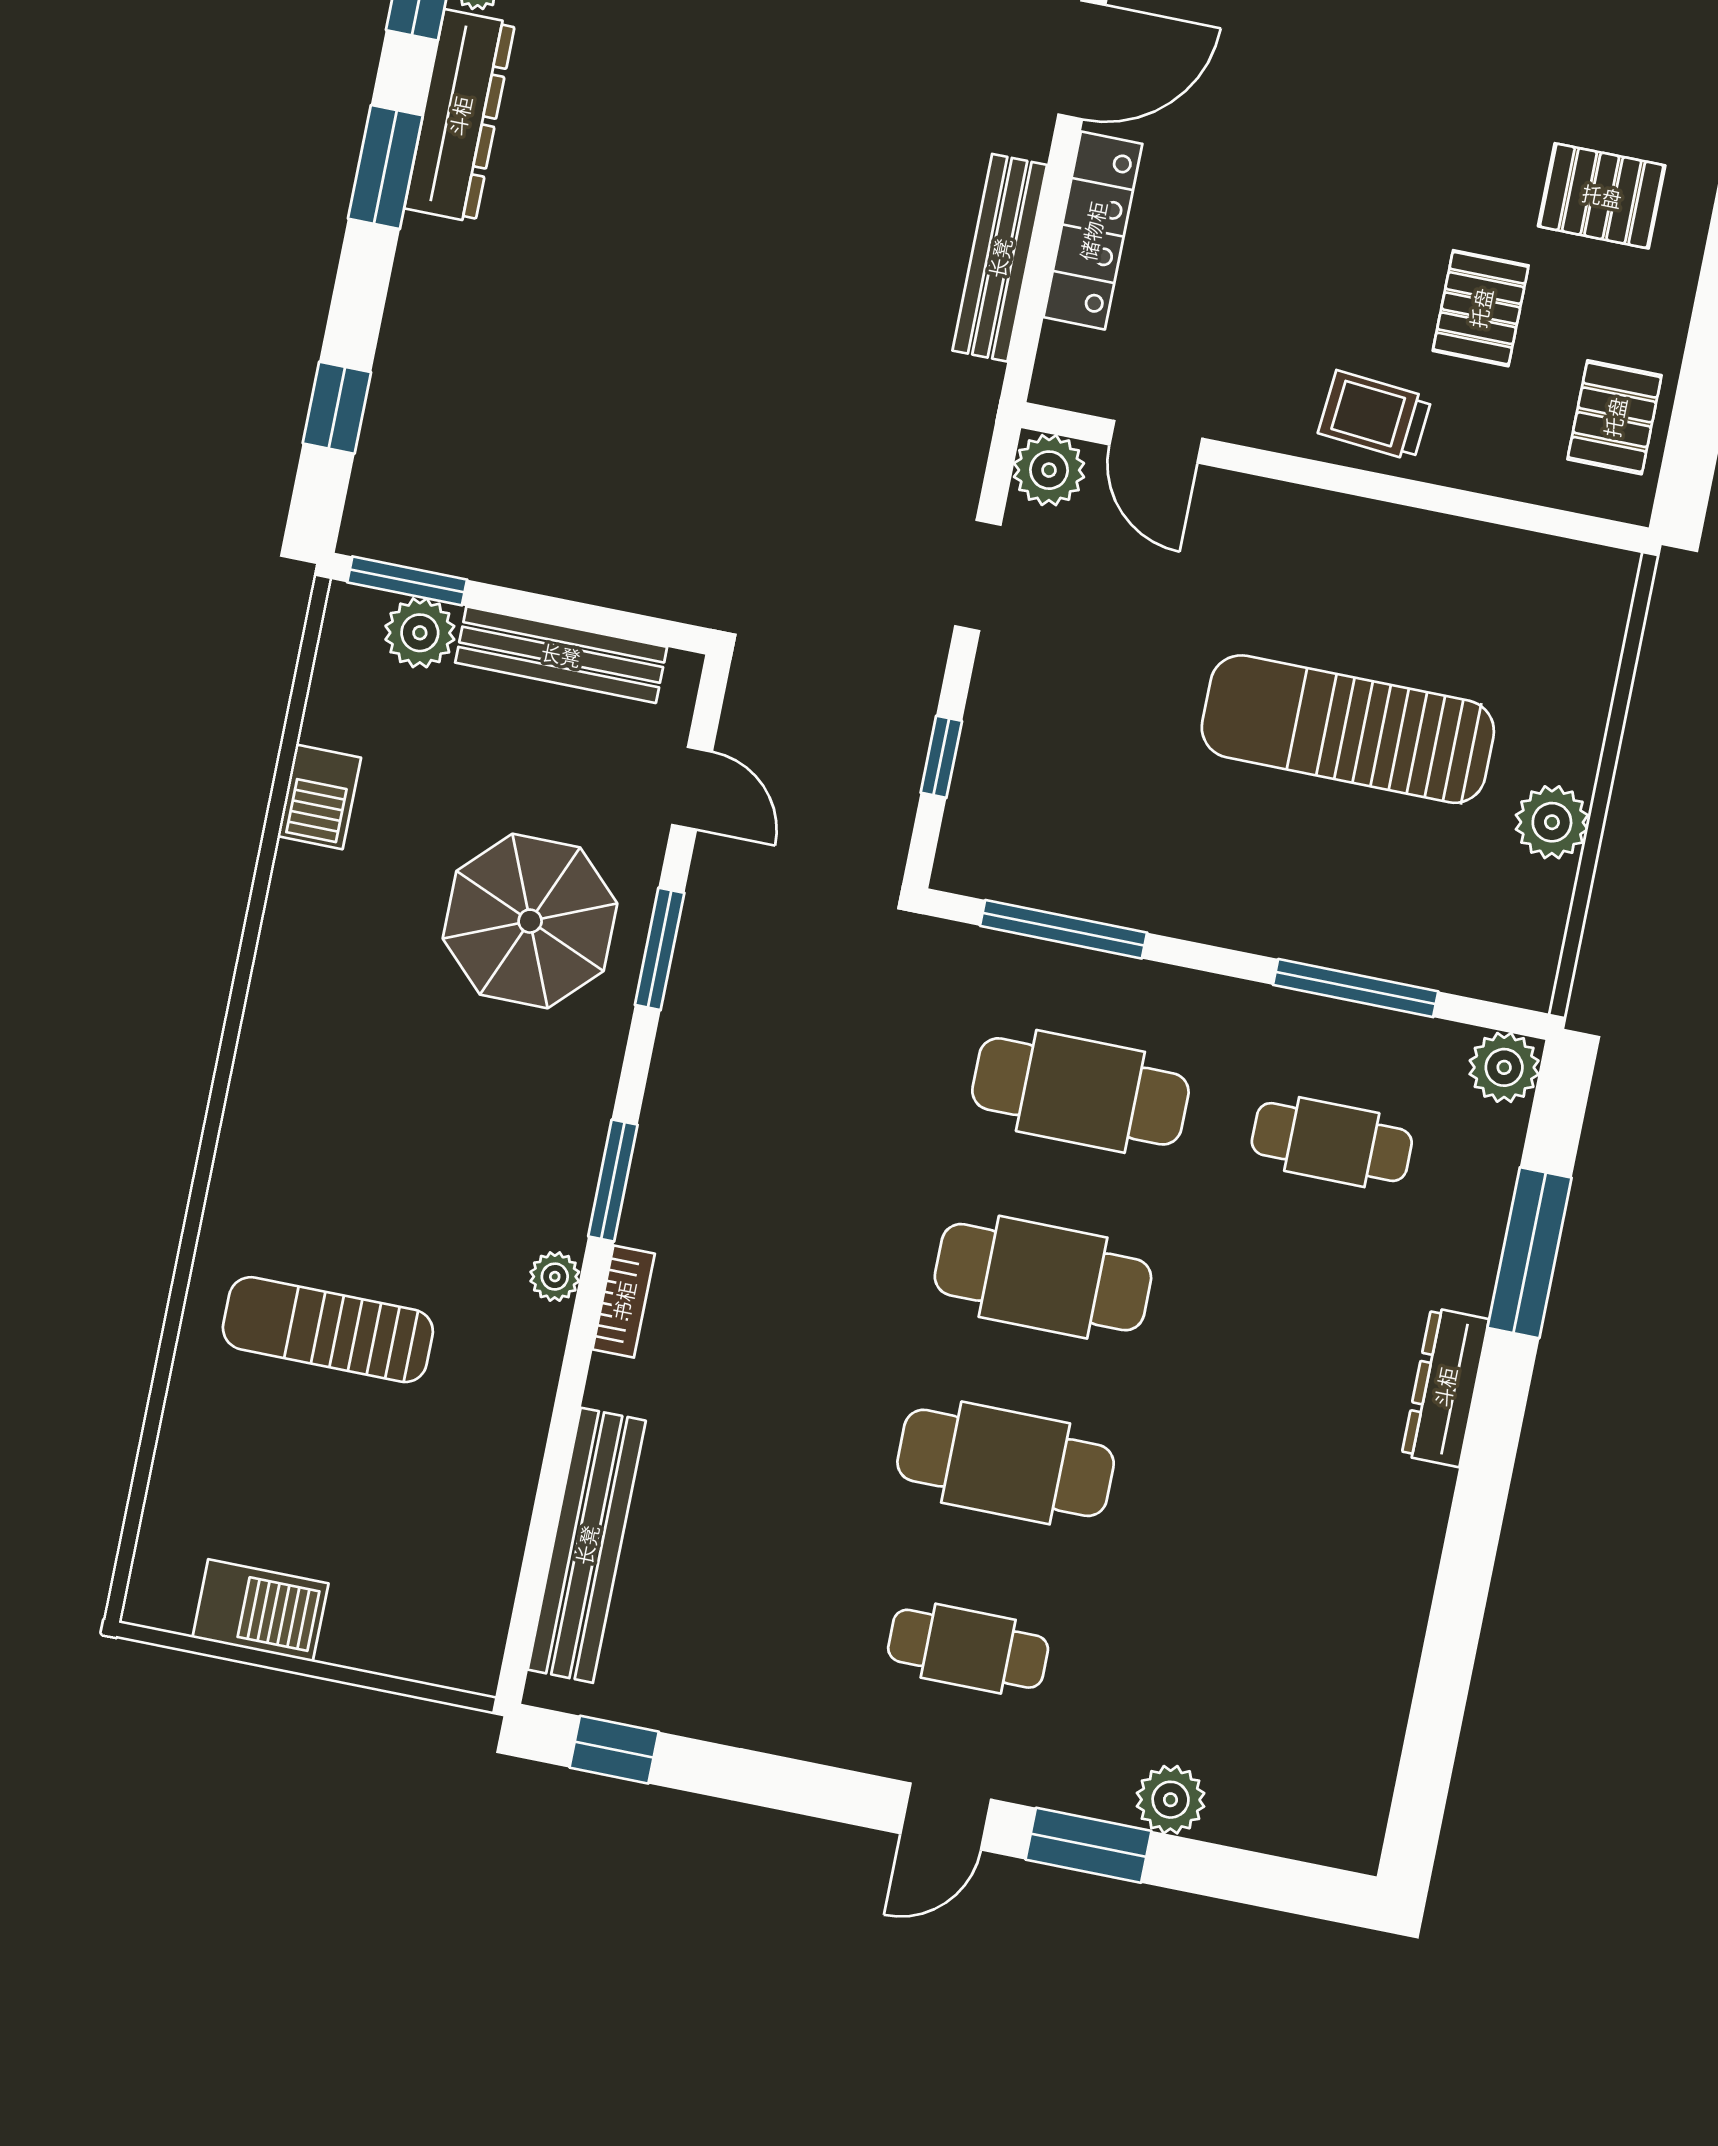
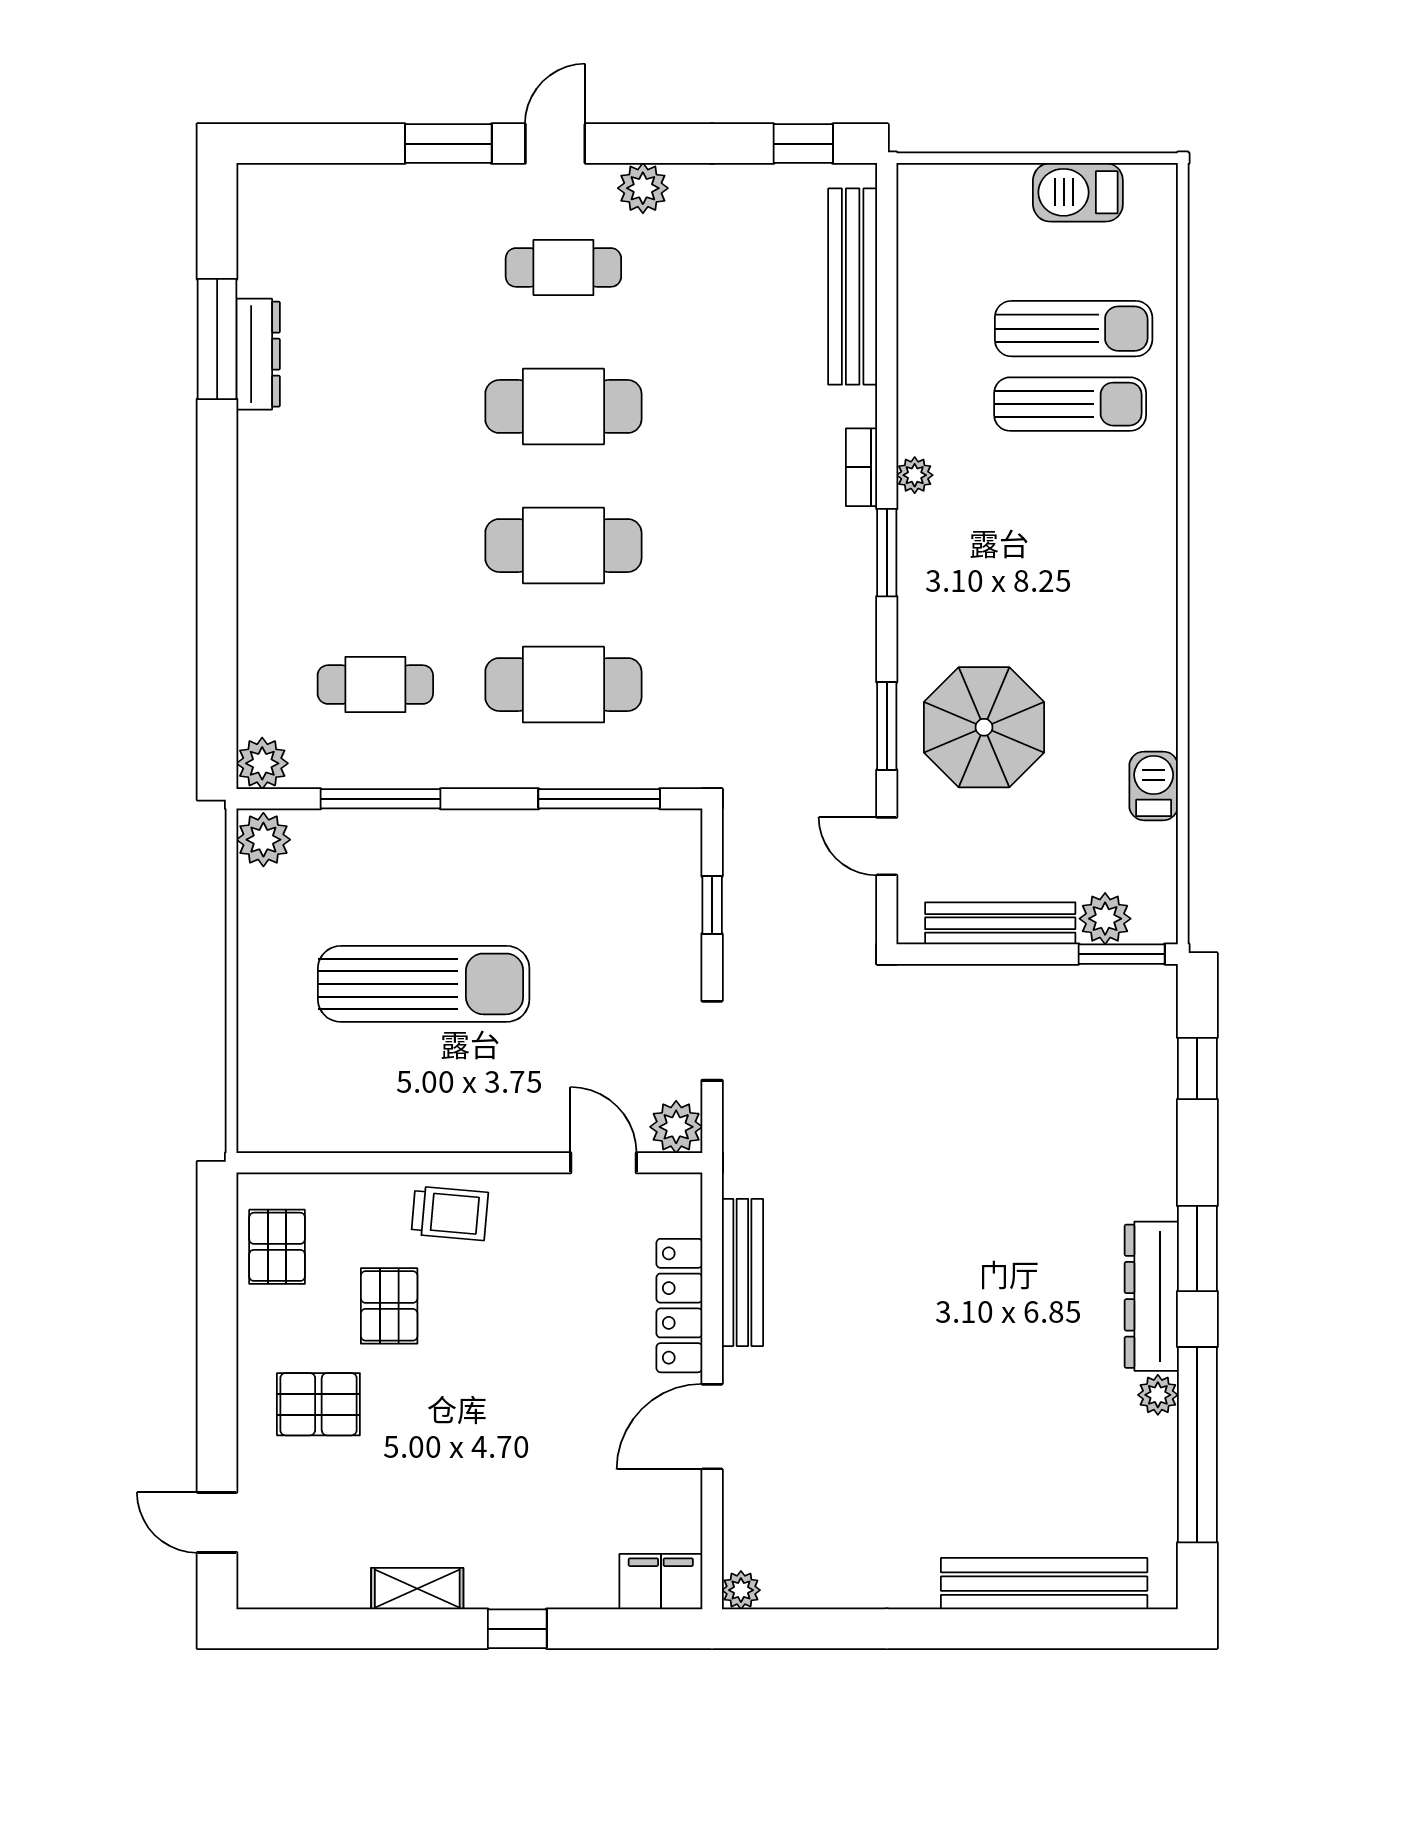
plant: (1552, 822) -> (263, 840), moved
window: (1530, 1253) -> (217, 339), moved
dresser: (1445, 1387) -> (258, 354), moved
sun lounger: (303, 1430) -> (1074, 329), added
plant: (1171, 1800) -> (643, 188), moved

